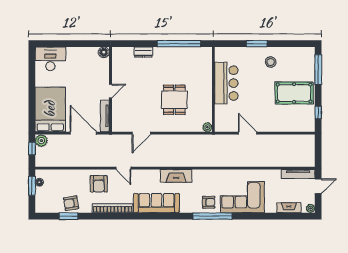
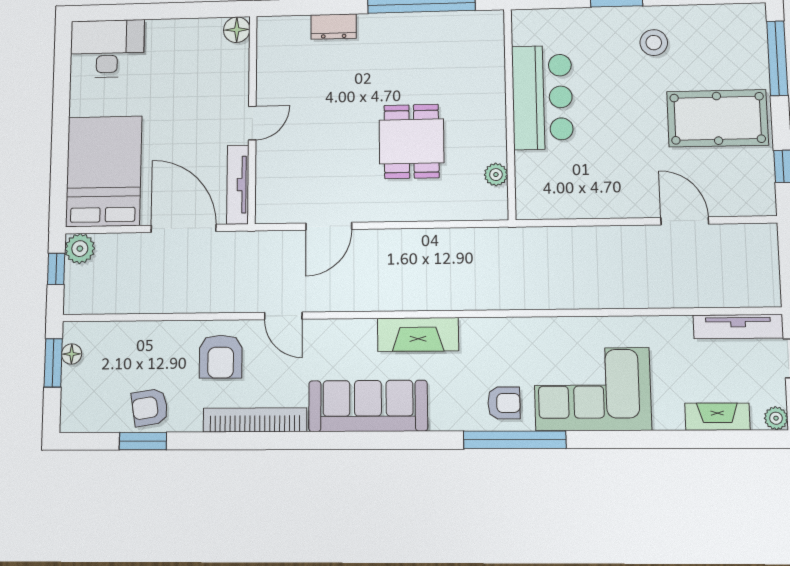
plant: (207, 127) -> (496, 175), moved
door: (247, 133) -> (685, 221), moved

